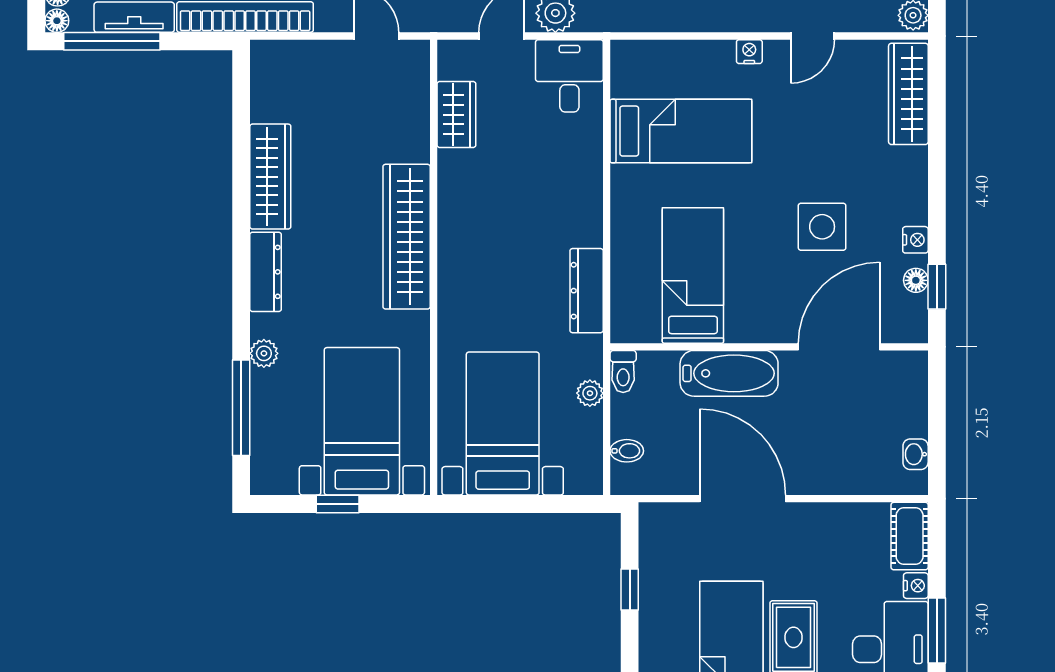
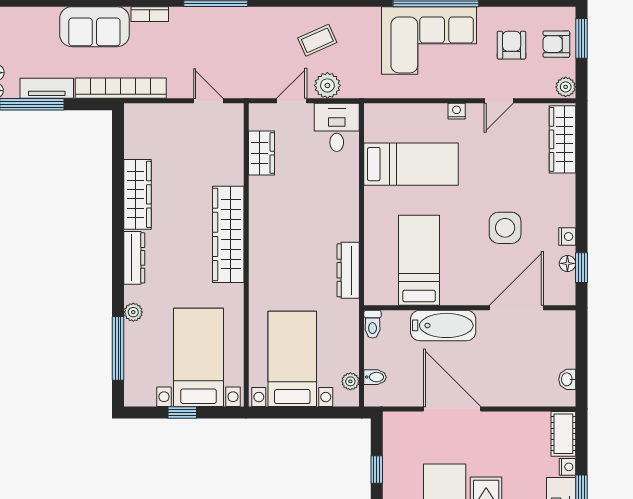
plant: (590, 393) -> (350, 381), moved

